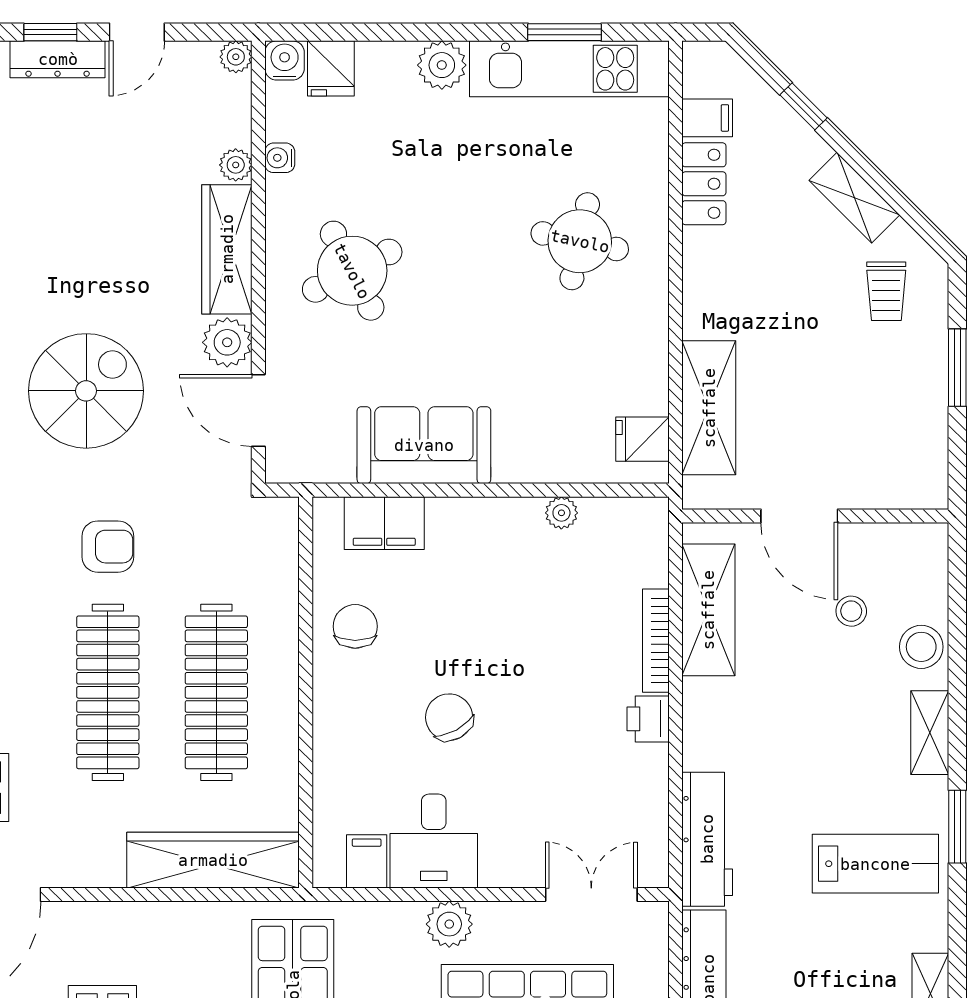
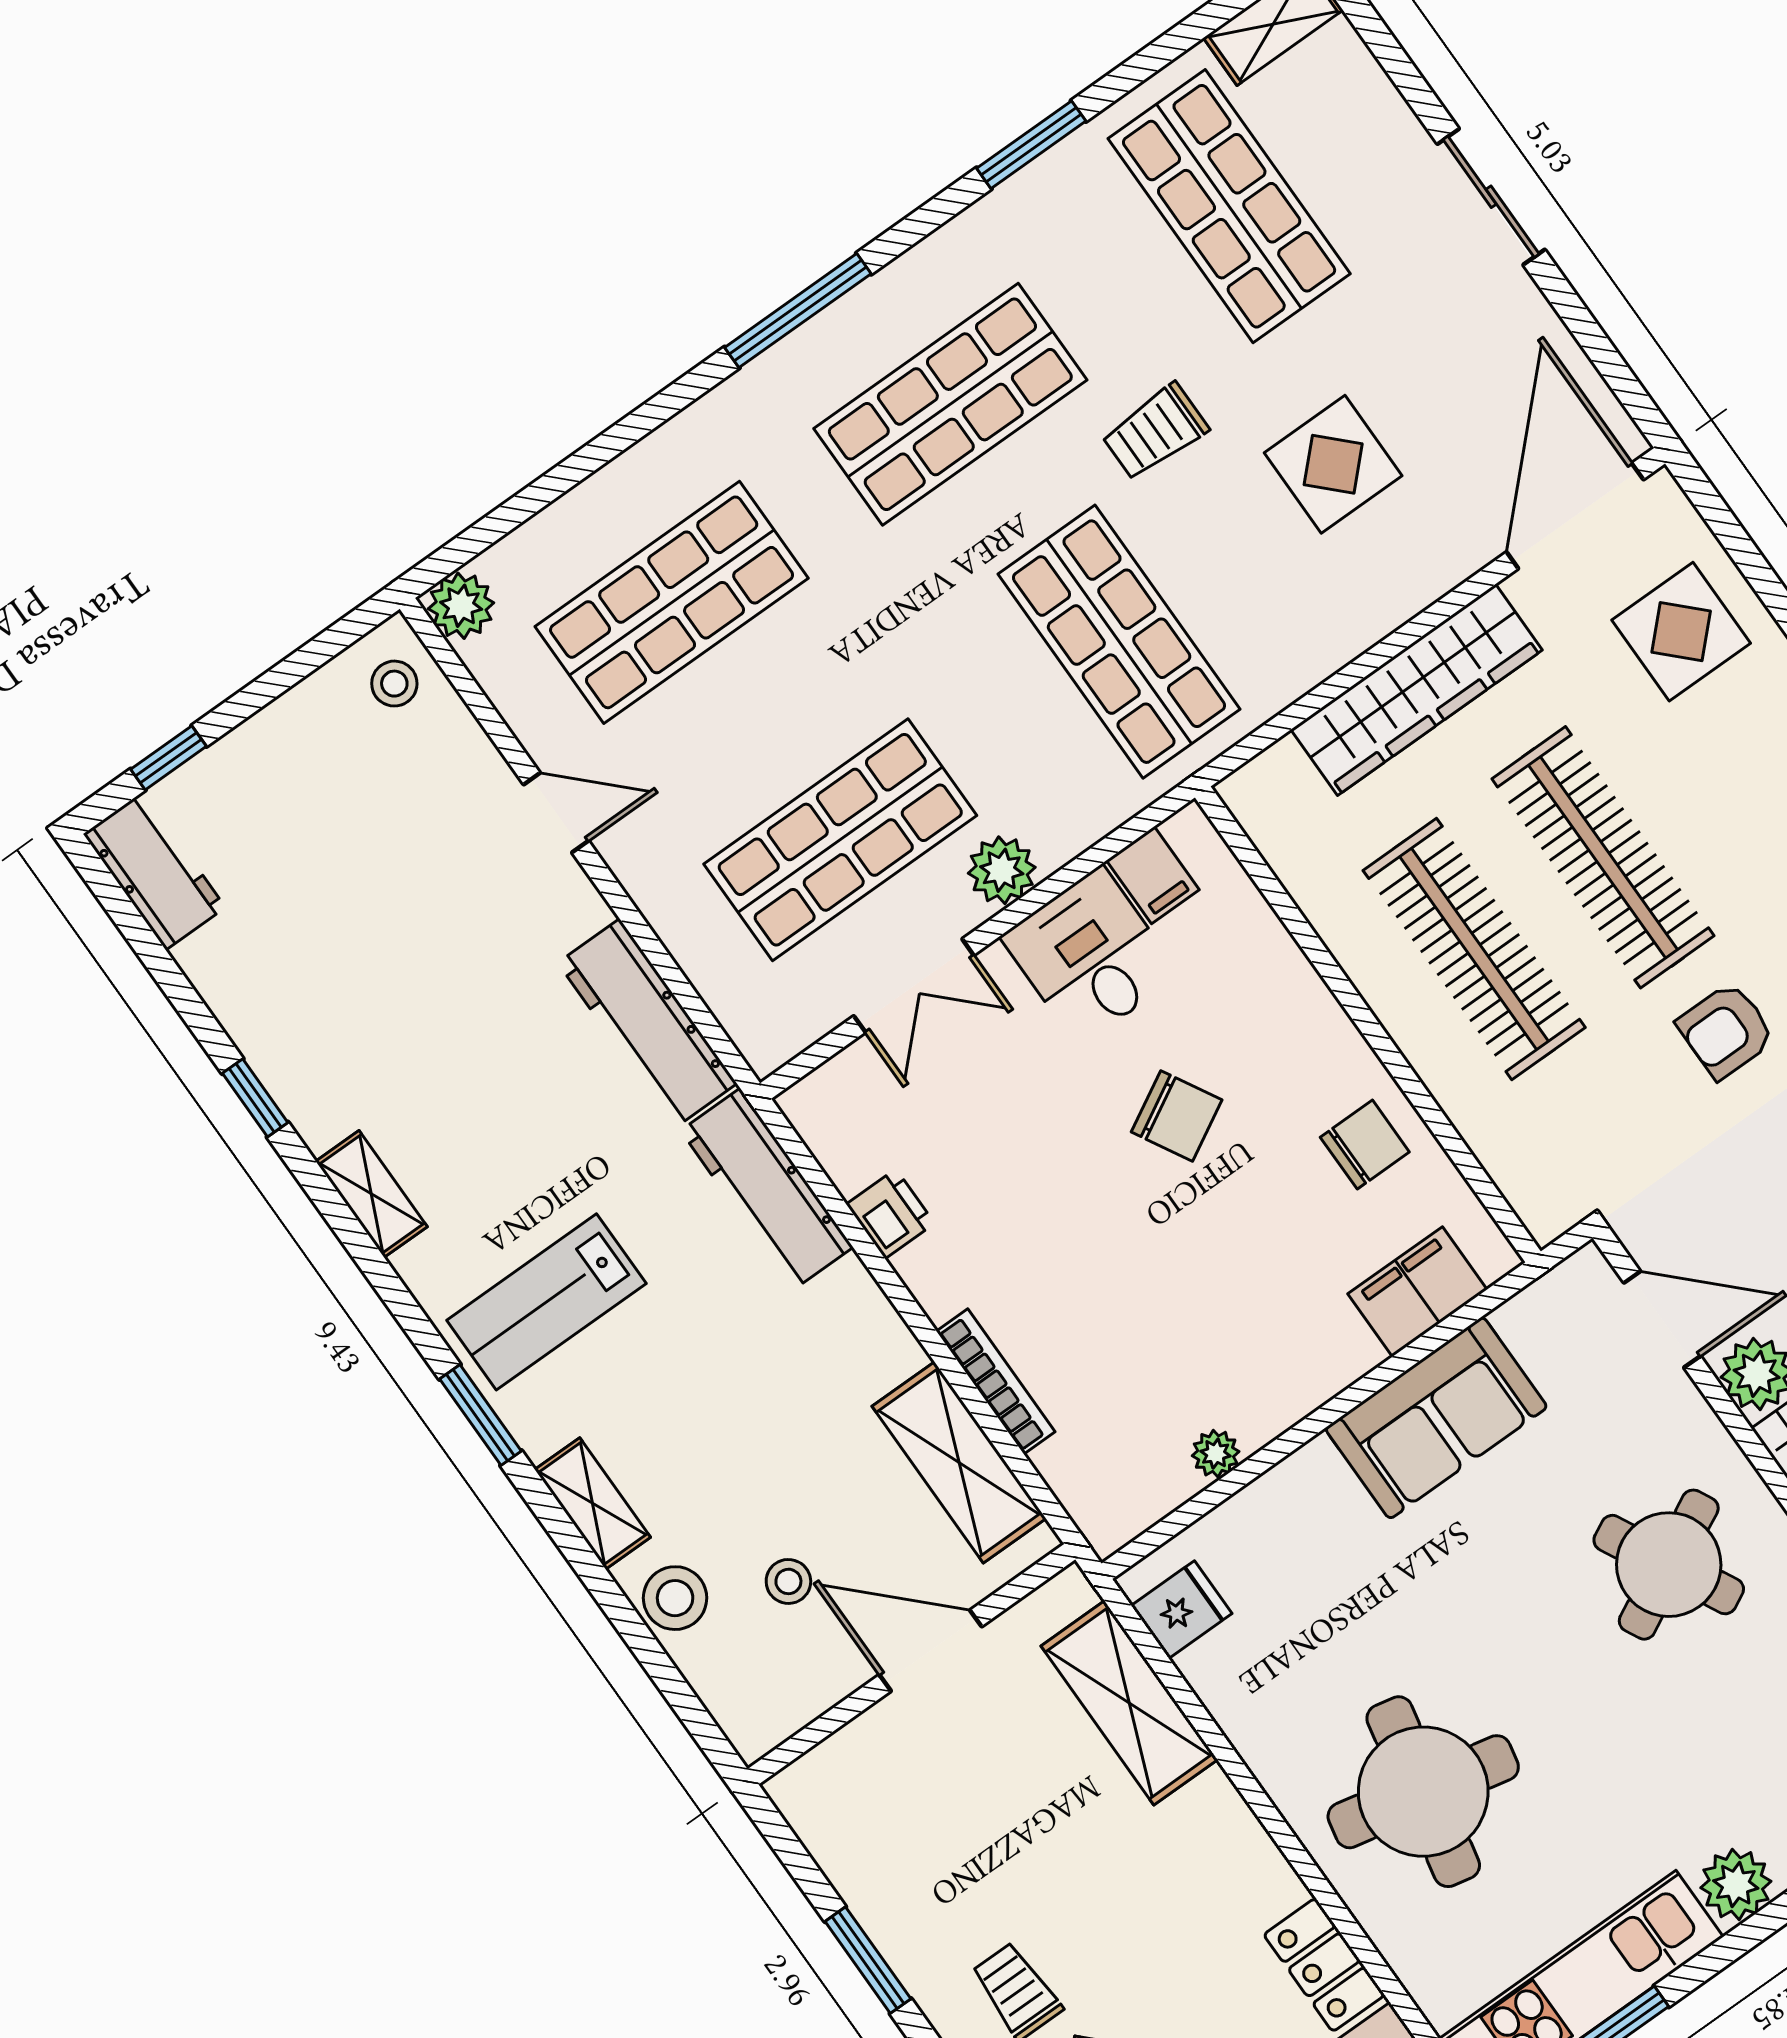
round table: (580, 241) -> (1423, 1792), width x1.36, depth x1.36
chair: (355, 626) -> (1365, 1145), turned -90
printer: (648, 719) -> (890, 1214), moved
wardrobe: (213, 860) -> (1417, 690), moved
double door: (591, 894) -> (914, 986), moved

